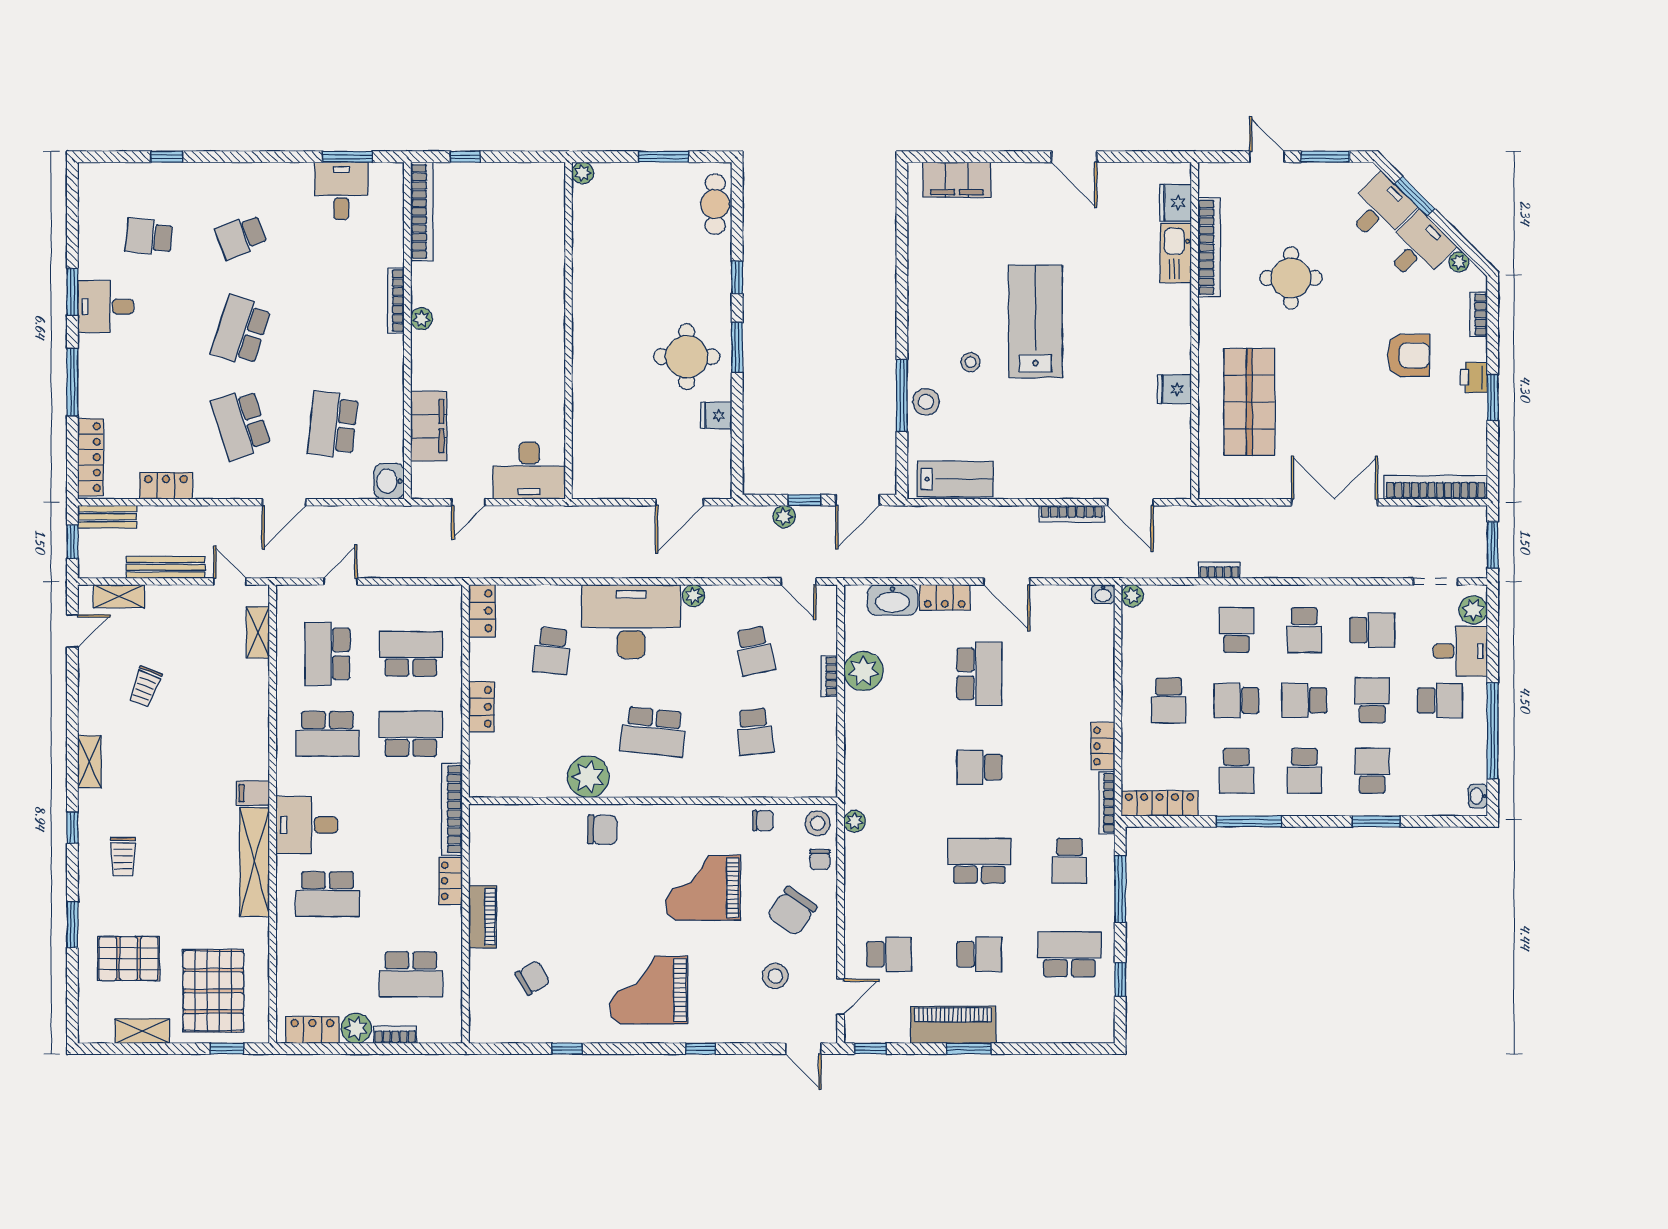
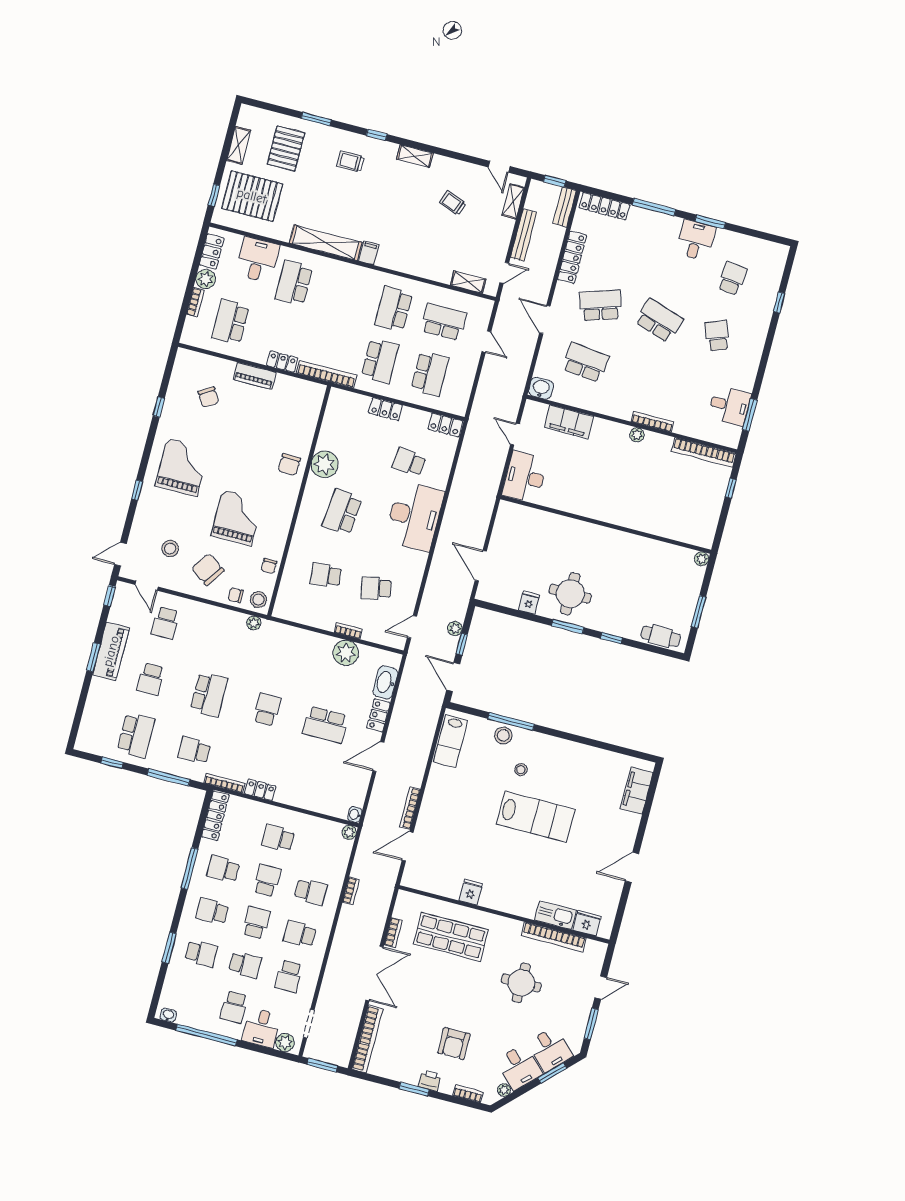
locker: (166, 486) -> (572, 257), width x1.53
bookcase: (1265, 490) -> (393, 932), added
plant: (694, 596) -> (420, 559), removed
desk: (307, 825) -> (258, 260), moved

